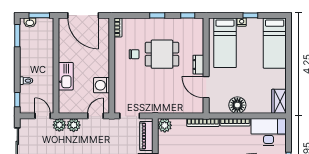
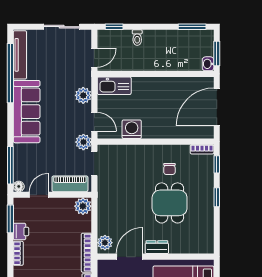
window: (188, 15) -> (217, 164), moved
washbasin: (30, 23) -> (208, 64), moved
kitchen sink: (66, 76) -> (114, 86), moved
plant: (195, 107) -> (105, 243), added
plant: (59, 125) -> (83, 142), moved

